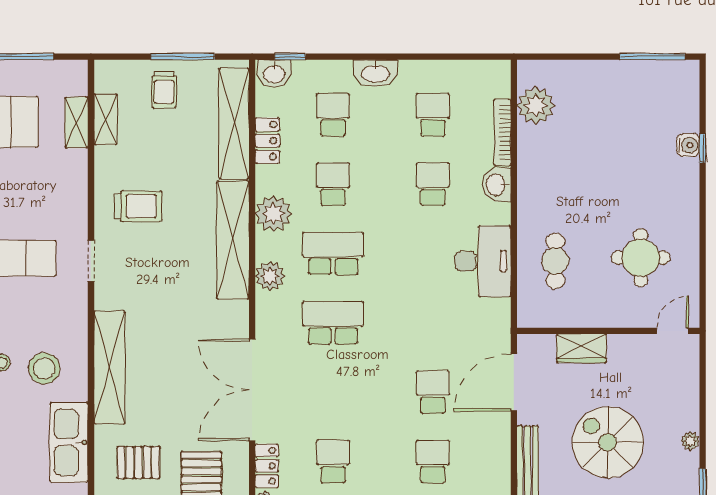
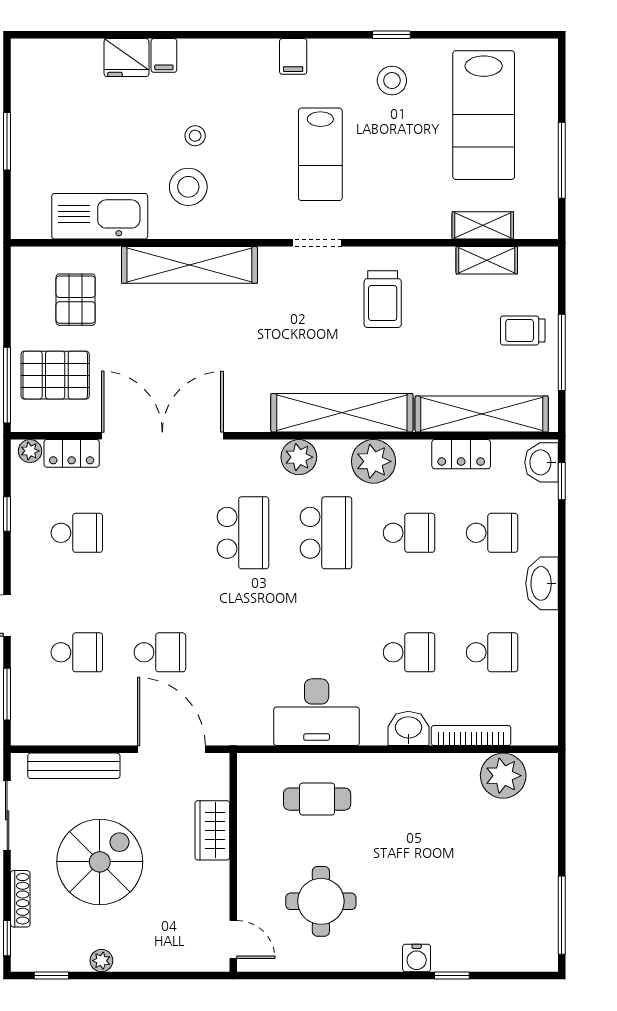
water cooler: (688, 145) -> (417, 958), moved

